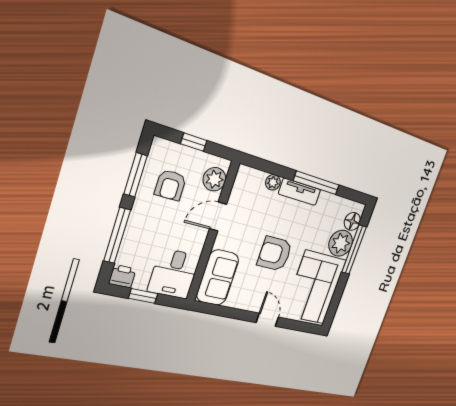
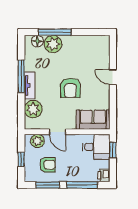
plant: (273, 182) -> (33, 109), width x1.87, depth x1.87
corner sofa: (315, 287) -> (85, 51), removed
window: (143, 296) -> (113, 150), moved
door: (267, 320) -> (113, 77), hinge flipped

